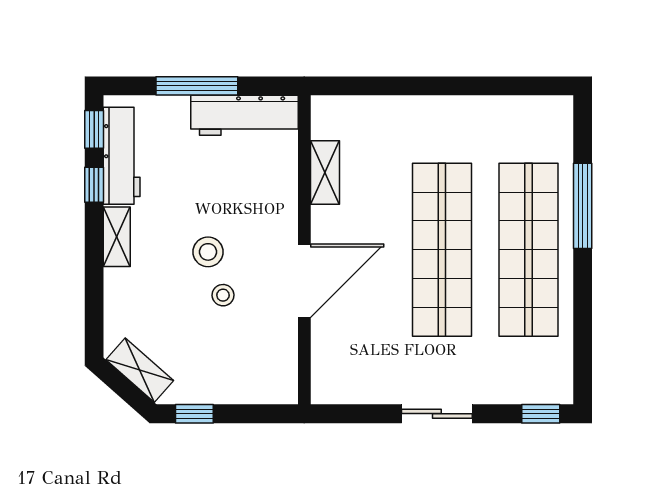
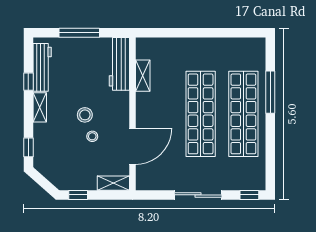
workbench: (245, 115) -> (119, 64), moved, turned 90
window: (94, 129) -> (28, 147), moved
door: (304, 281) -> (132, 146), moved
shelving: (140, 370) -> (113, 183), moved, turned -41
sliding door: (437, 414) -> (198, 195), width x1.37

